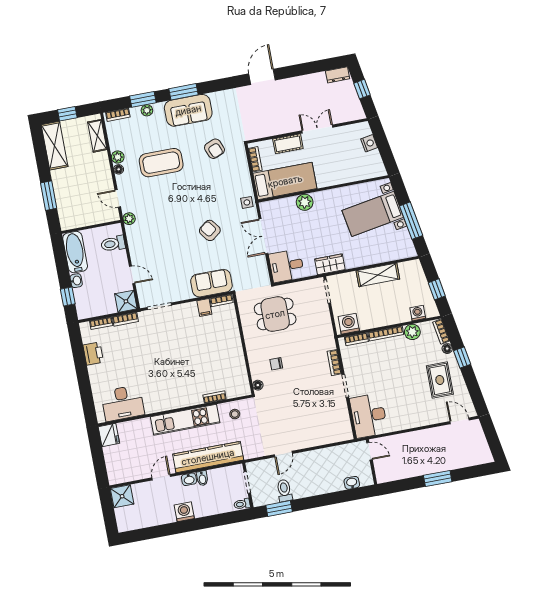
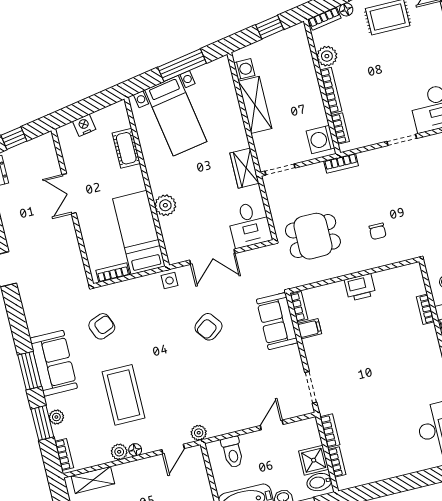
cot: (288, 144) -> (126, 148), moved
shower: (126, 301) -> (314, 460), moved
bidet: (87, 309) -> (319, 482), added
washing machine: (418, 313) -> (244, 69), moved, turned 180
dining table: (275, 314) -> (313, 236), turned 90
printer: (93, 354) -> (360, 287), moved, turned 180
bookcase: (334, 363) -> (341, 163), moved
floor lamp: (258, 385) -> (407, 254), removed

